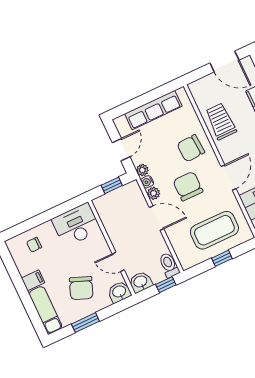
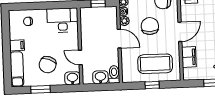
washbasin: (141, 282) -> (100, 77), moved
window: (166, 285) -> (106, 87), removed

